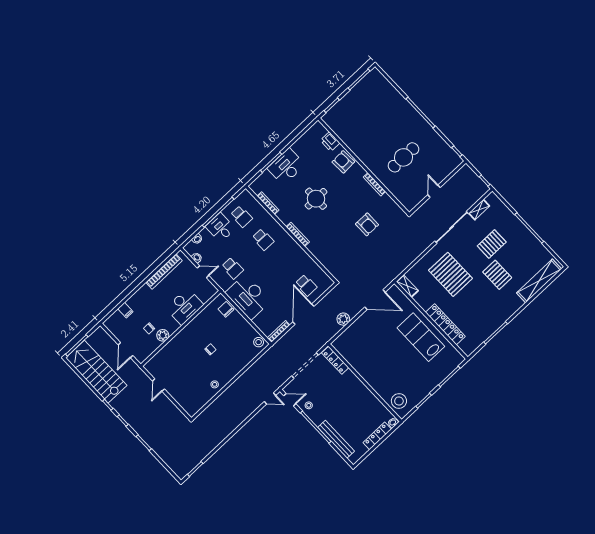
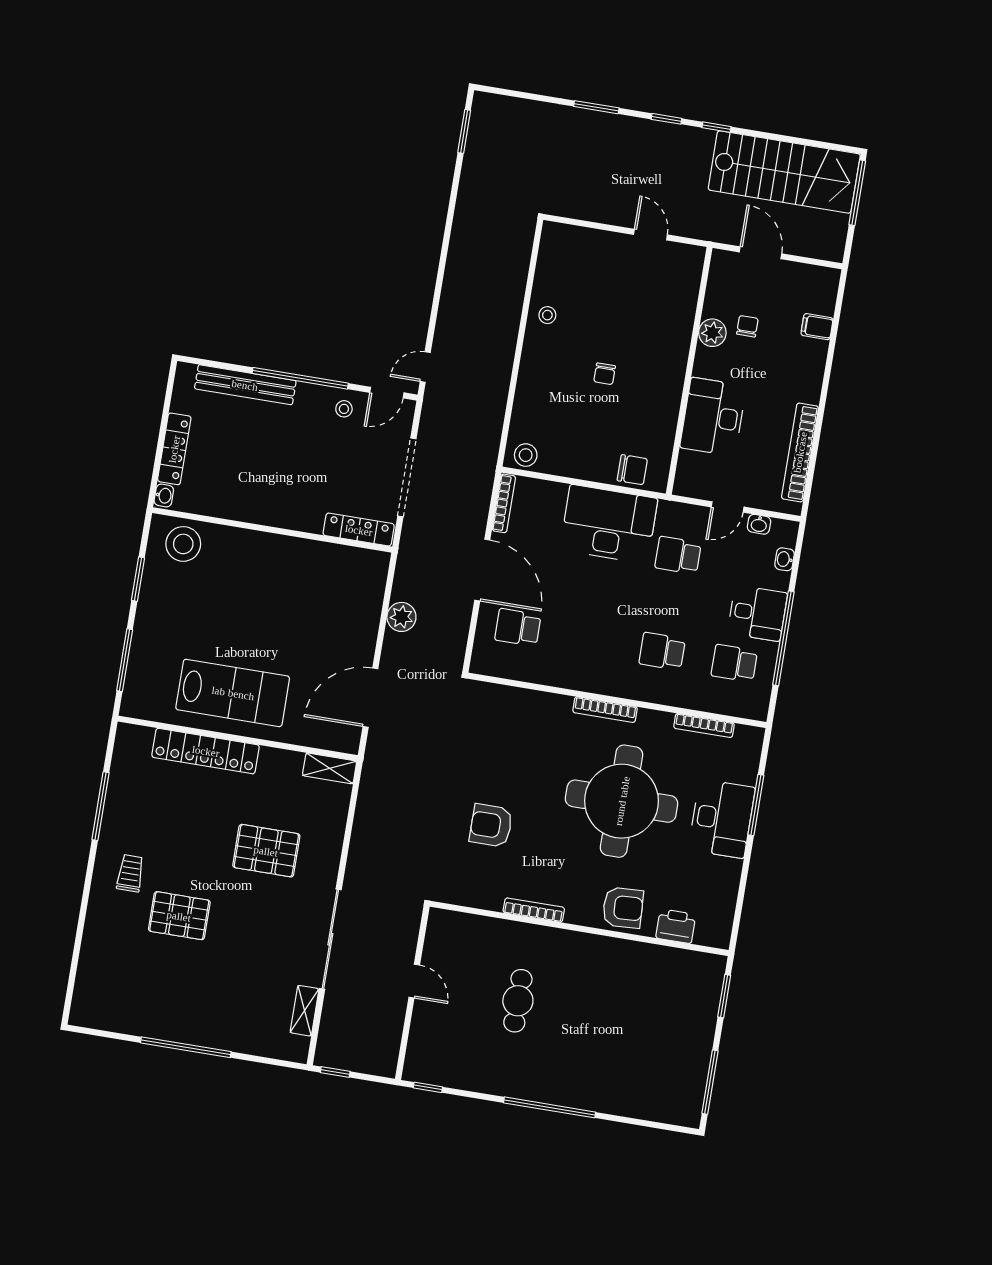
cafe table: (404, 157) -> (518, 1001), width x0.73, depth x0.74
round table: (316, 199) -> (622, 801), width x1.86, depth x1.86
pallet: (492, 244) -> (233, 965), removed
pallet: (450, 274) -> (266, 851), width x0.73, depth x0.71
shelving: (539, 281) -> (93, 963), removed
trolley: (503, 302) -> (130, 873), added

